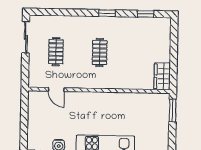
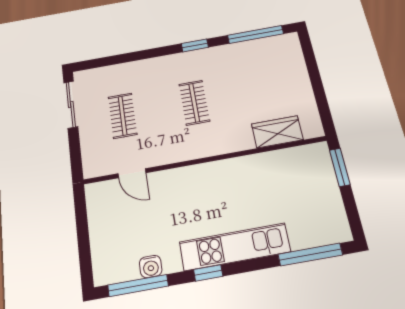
window: (146, 14) -> (256, 35), width x2.17
wardrobe: (162, 76) -> (277, 132), moved, turned 90

